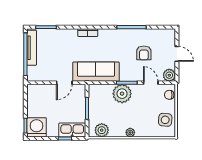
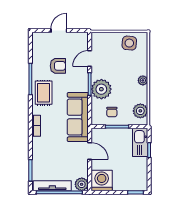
rug: (119, 40) -> (44, 93), added
plant: (169, 75) -> (82, 184), moved
chair: (169, 95) -> (112, 112), moved
washing machine: (37, 127) -> (102, 181), moved, turned 90

